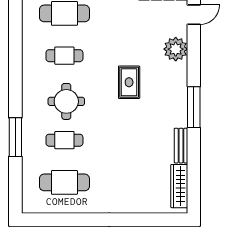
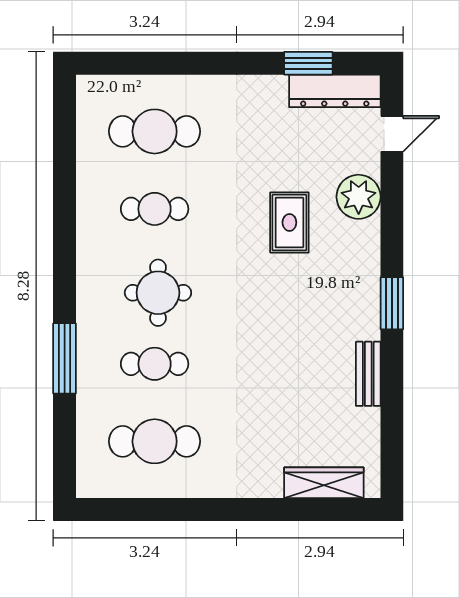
rug: (129, 82) -> (289, 222), moved
window: (194, 107) -> (392, 303), width x0.69
wardrobe: (179, 186) -> (324, 483), moved, turned 90

